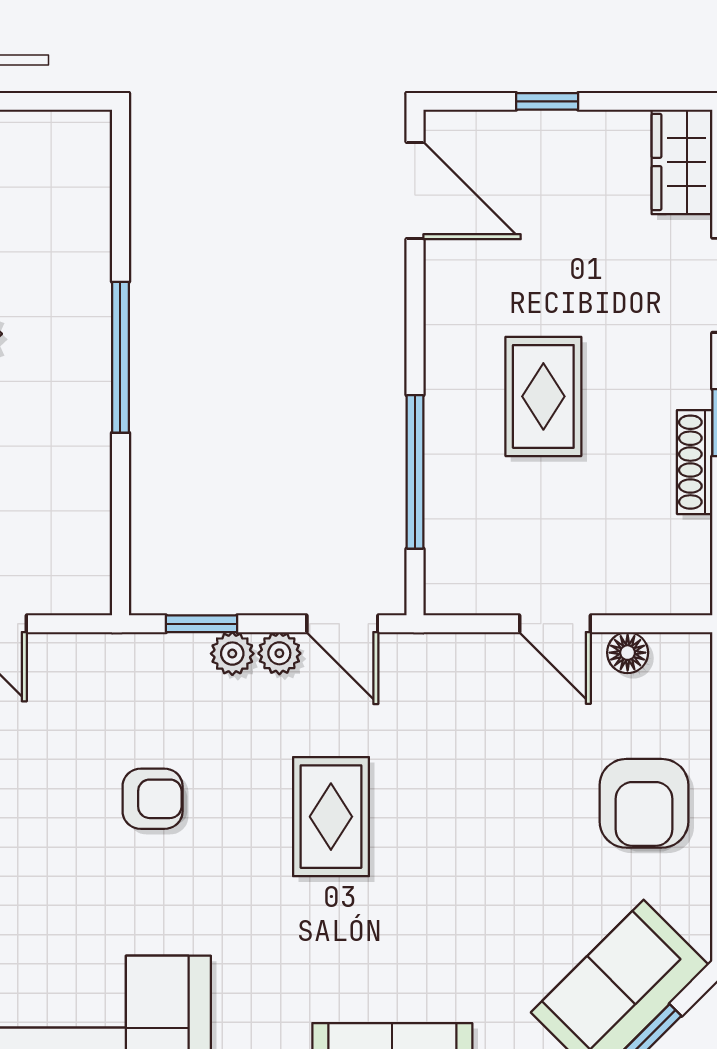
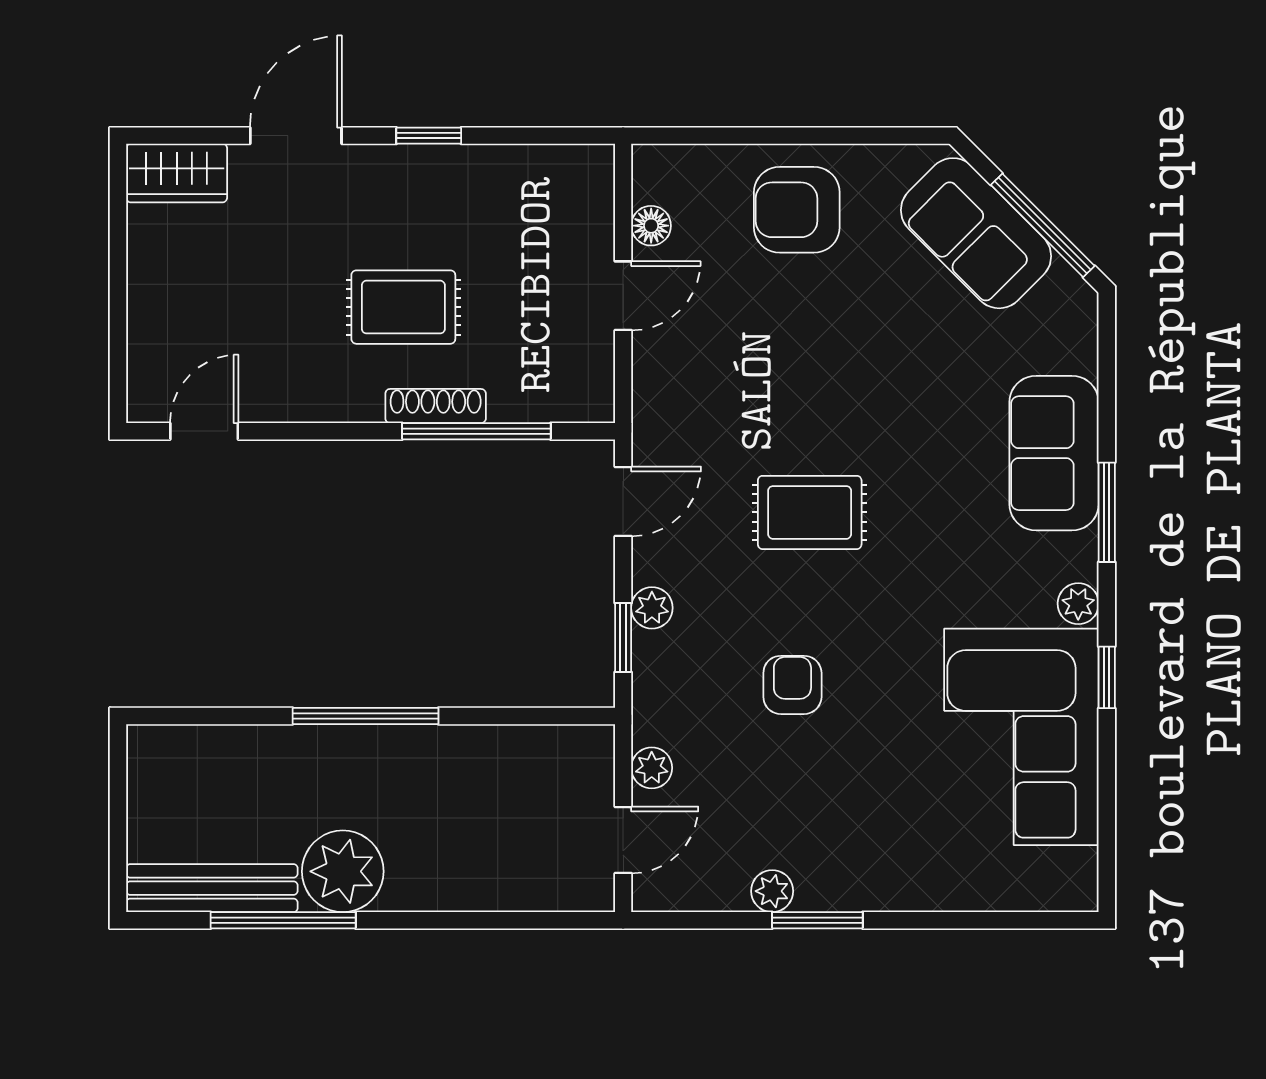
window: (547, 101) -> (118, 304), removed
door: (415, 191) -> (204, 431), width x0.73
shoe rack: (695, 462) -> (436, 406), moved, turned 180
plant: (279, 653) -> (652, 768), moved
armchair: (644, 803) -> (797, 210), turned 180

